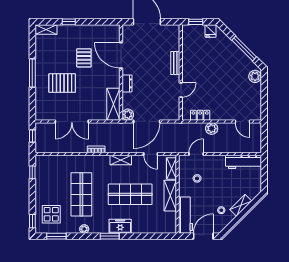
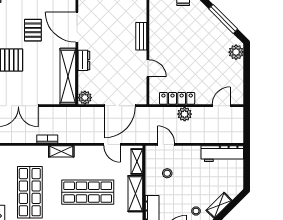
door: (181, 90) -> (148, 68), hinge flipped
shelving: (113, 104) -> (68, 76), width x1.47
locker: (200, 115) -> (177, 98), width x1.53
door: (147, 121) -> (120, 106), moved
door: (243, 121) -> (221, 106), swing flipped
door: (196, 154) -> (166, 144), hinge flipped
shelving: (121, 160) -> (61, 151), moved

